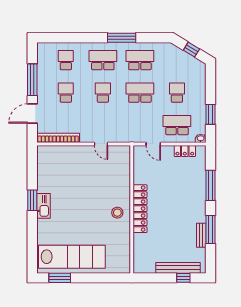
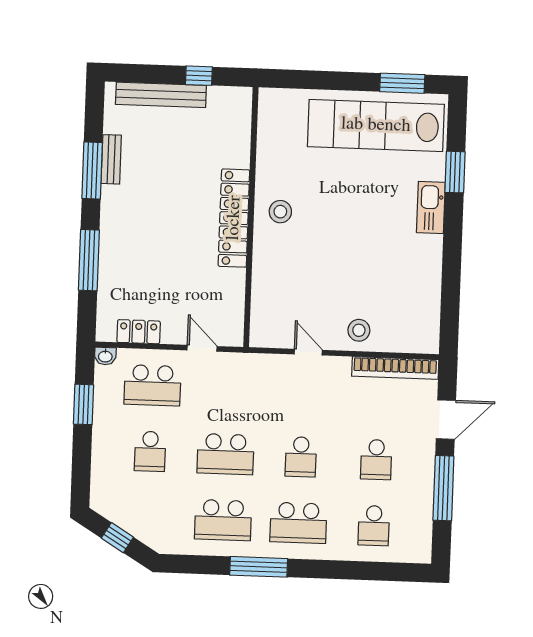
stool: (77, 156) -> (359, 330), added
window: (32, 200) -> (455, 172), moved
kitchen sink: (43, 206) -> (431, 207), moved
window: (183, 278) -> (199, 76), moved

